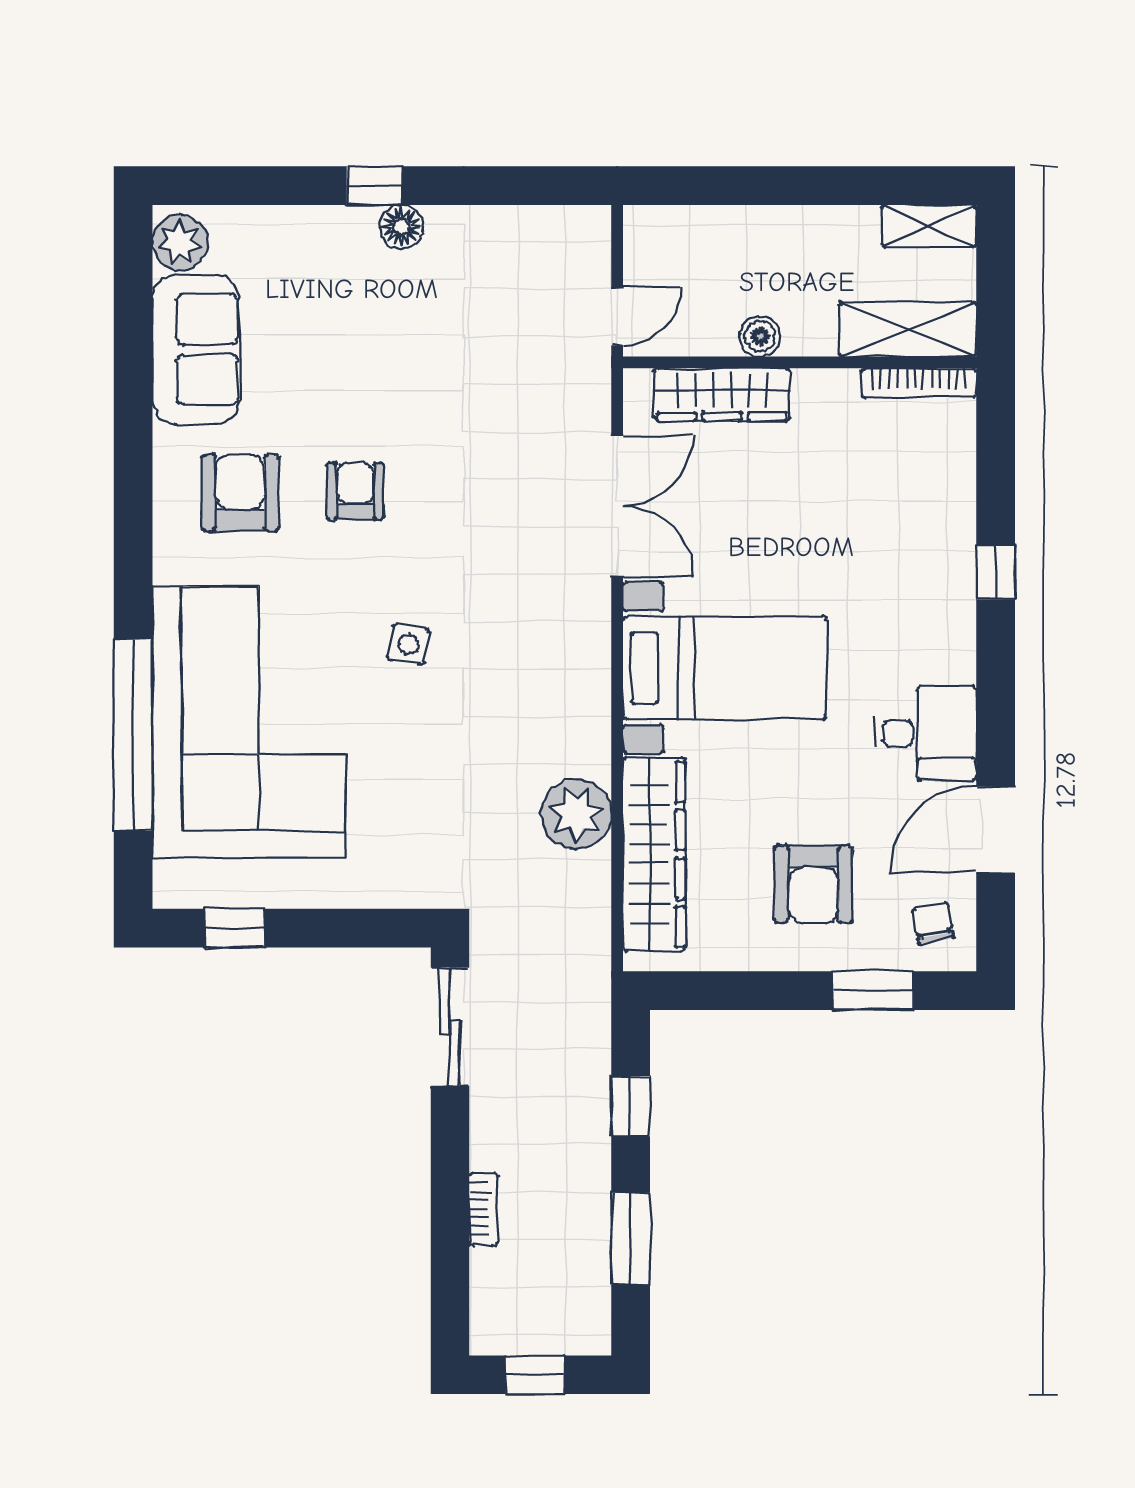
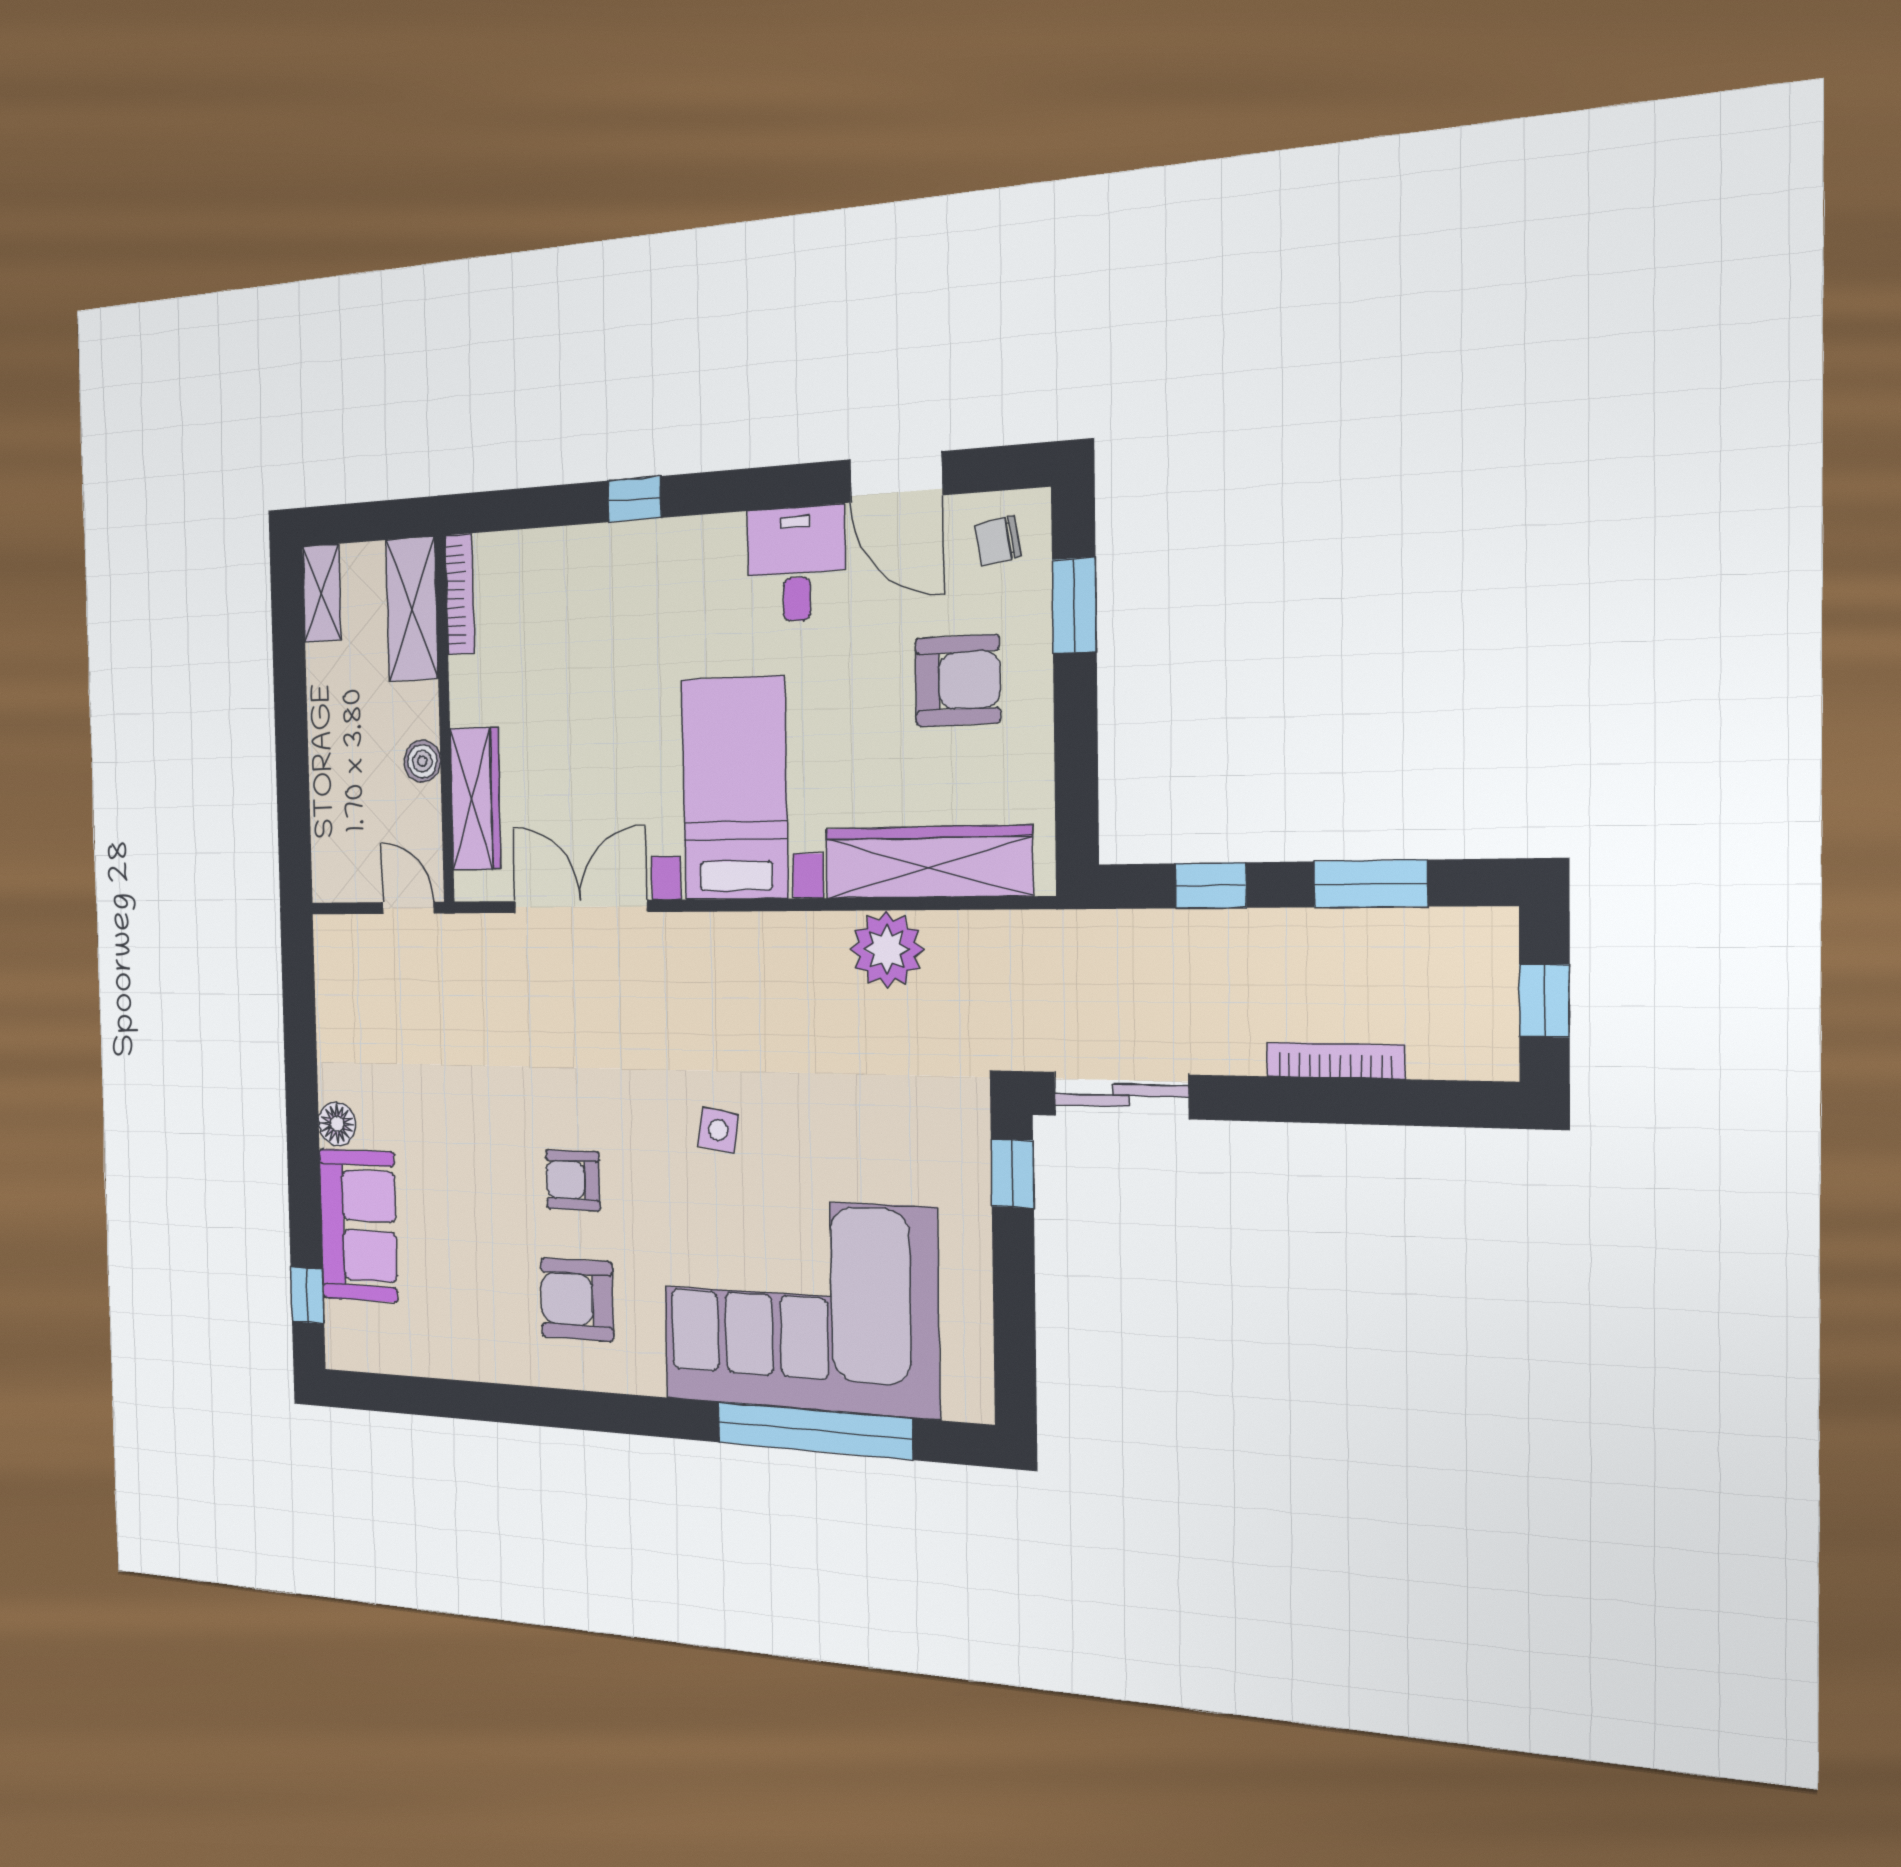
window: (375, 186) -> (307, 1295), moved
plant: (180, 243) -> (357, 1344), removed
sofa: (196, 350) -> (358, 1225), moved, turned 90
window: (234, 928) -> (1012, 1173), moved
bookcase: (484, 1209) -> (1335, 1061), width x1.56

